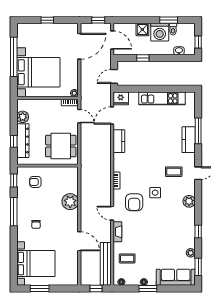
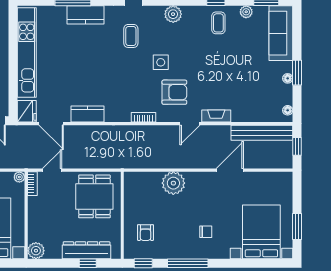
kitchen unit: (162, 98) -> (27, 52), width x1.36
plant: (23, 117) -> (36, 251), moved
coffee table: (127, 258) -> (218, 23), moved

